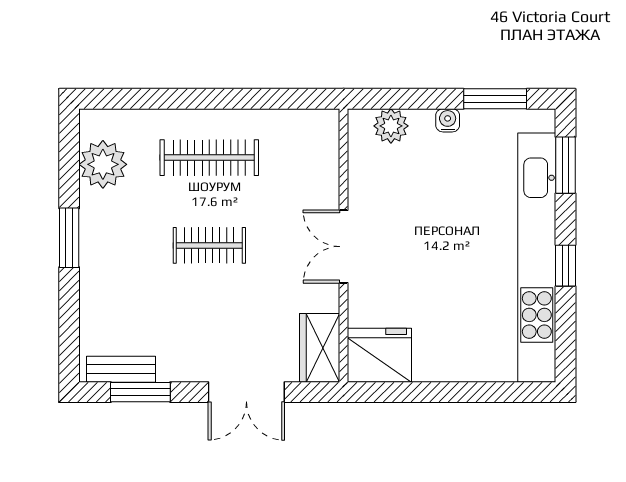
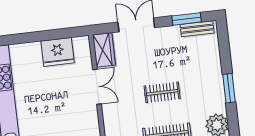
double door: (344, 247) -> (97, 87), moved
fridge: (379, 355) -> (58, 52), moved

